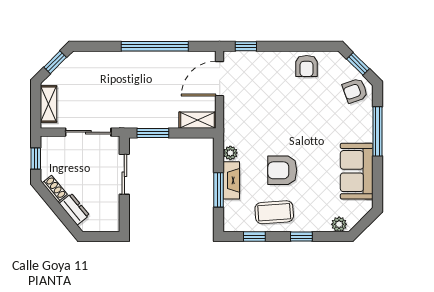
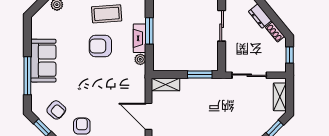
door: (220, 79) -> (149, 116), swing flipped
armchair: (355, 91) -> (56, 110), moved, turned 61
armchair: (282, 170) -> (100, 46), turned 180
sofa: (357, 171) -> (43, 61), moved
sliding door: (124, 174) -> (222, 26), moved

